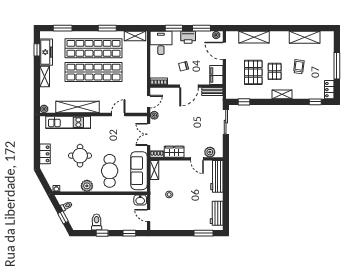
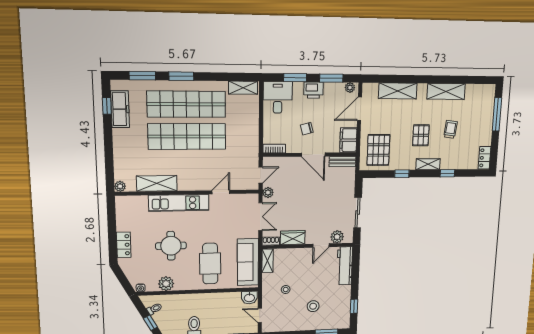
window: (107, 28) -> (181, 76), moved
shelving: (305, 37) -> (446, 91), moved
door: (224, 51) -> (359, 109), hinge flipped
window: (337, 66) -> (497, 114), moved
pallet: (253, 72) -> (378, 150), moved
shelving: (45, 77) -> (119, 143), removed
door: (189, 86) -> (313, 155), hinge flipped
window: (244, 102) -> (402, 174), moved
window: (315, 102) -> (447, 173), moved
shelving: (77, 107) -> (157, 183), width x0.68
kitchen unit: (68, 122) -> (179, 203), moved
sliding door: (226, 122) -> (358, 213), moved
double door: (149, 134) -> (260, 217), swing flipped
door: (197, 159) -> (321, 246), hinge flipped
plant: (87, 186) -> (166, 284), moved
stool: (192, 210) -> (313, 306), added
window: (226, 211) -> (354, 306), added
workbench: (217, 213) -> (343, 309), removed

